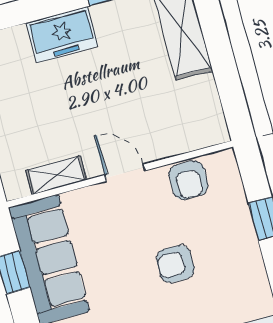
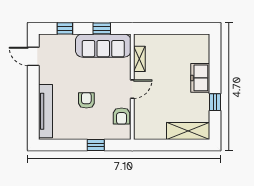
armchair: (188, 180) -> (122, 116), turned -90

